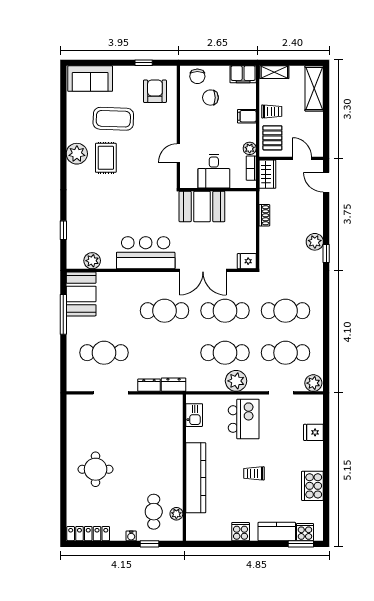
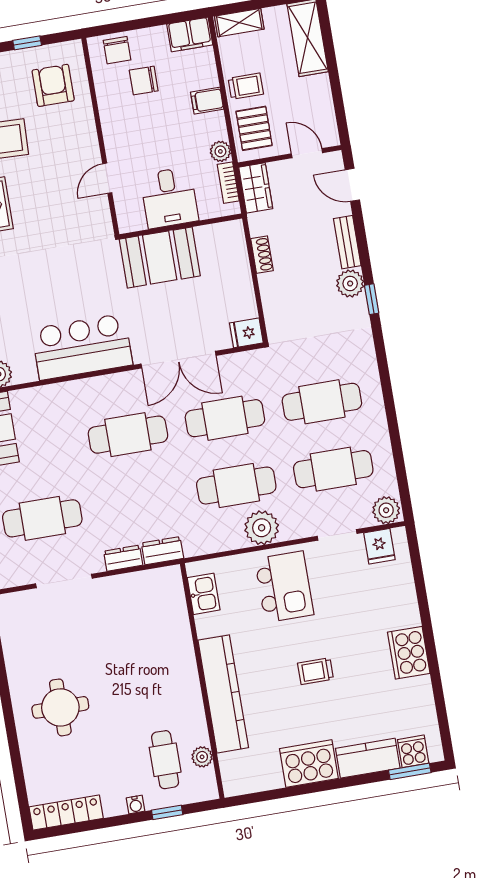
bench: (317, 216) -> (347, 242), added
fridge: (313, 432) -> (379, 546), moved, turned -90
cooker: (312, 486) -> (409, 653), moved
cooker: (241, 532) -> (309, 764), width x1.87, depth x1.31

